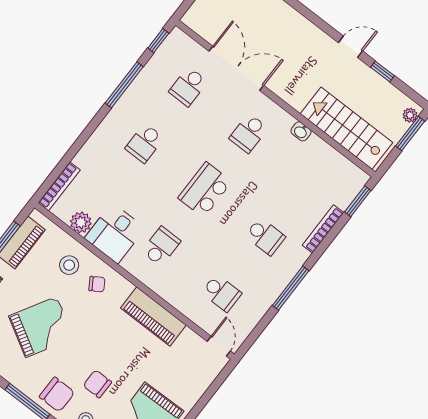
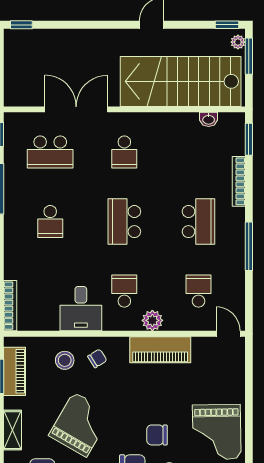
window: (383, 71) -> (227, 25), moved
school desk: (188, 87) -> (50, 152), width x1.85
stairs: (346, 128) -> (181, 81), width x1.36, depth x1.51
washbasin: (301, 131) -> (209, 119), moved
plant: (81, 222) -> (152, 320), moved
school desk: (265, 236) -> (199, 222), width x1.85
school desk: (221, 293) -> (199, 291), turned -90

